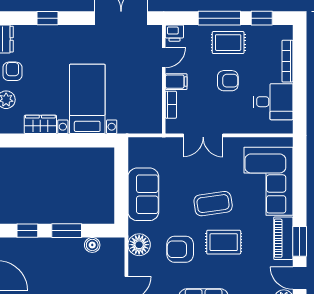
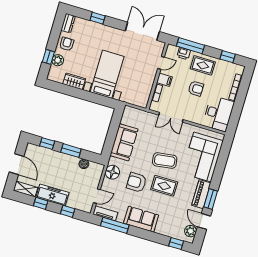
window: (219, 18) -> (191, 46), moved
printer: (174, 33) -> (184, 53), moved
desk: (273, 102) -> (218, 114), width x1.37

